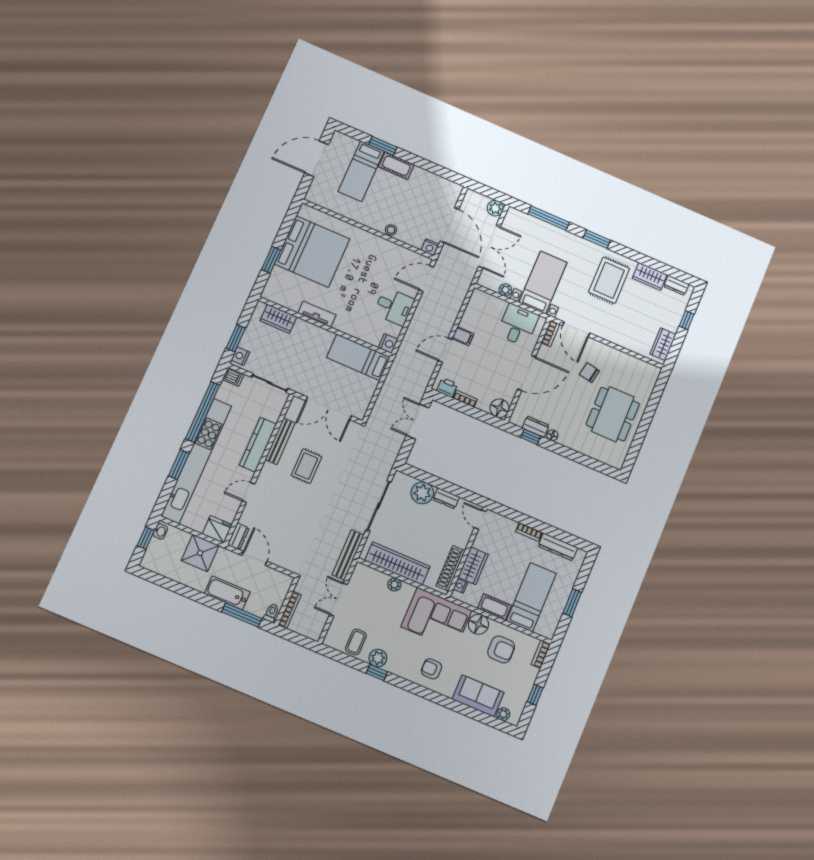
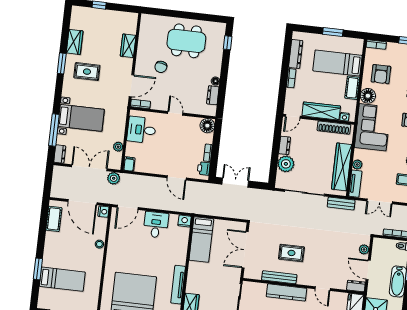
cot: (396, 166) -> (54, 219), moved
plant: (495, 208) -> (114, 178), moved
door: (449, 225) -> (82, 202), swing flipped
window: (597, 239) -> (62, 63), moved
door: (426, 278) -> (128, 207), hinge flipped
rug: (609, 280) -> (87, 72), width x0.73, depth x0.70
bed with nightstands: (543, 282) -> (81, 118), moved, turned 180
dresser: (676, 285) -> (60, 154), moved
tv unit: (317, 314) -> (178, 285), width x1.41
filing cabinet: (463, 336) -> (129, 164), moved
wardrobe: (663, 344) -> (128, 46), moved, turned 90
door: (527, 373) -> (175, 113), width x0.53
double door: (329, 408) -> (245, 250), swing flipped
double door: (418, 422) -> (235, 183), swing flipped
window: (531, 437) -> (228, 43), moved
bench: (348, 555) -> (341, 203), width x0.73
door: (254, 558) -> (368, 270), hinge flipped
plant: (282, 561) -> (364, 249), added
wardrobe: (473, 566) -> (321, 111), width x1.50
tv unit: (371, 575) -> (355, 184), added
armchair: (501, 649) -> (381, 74), turned 180

